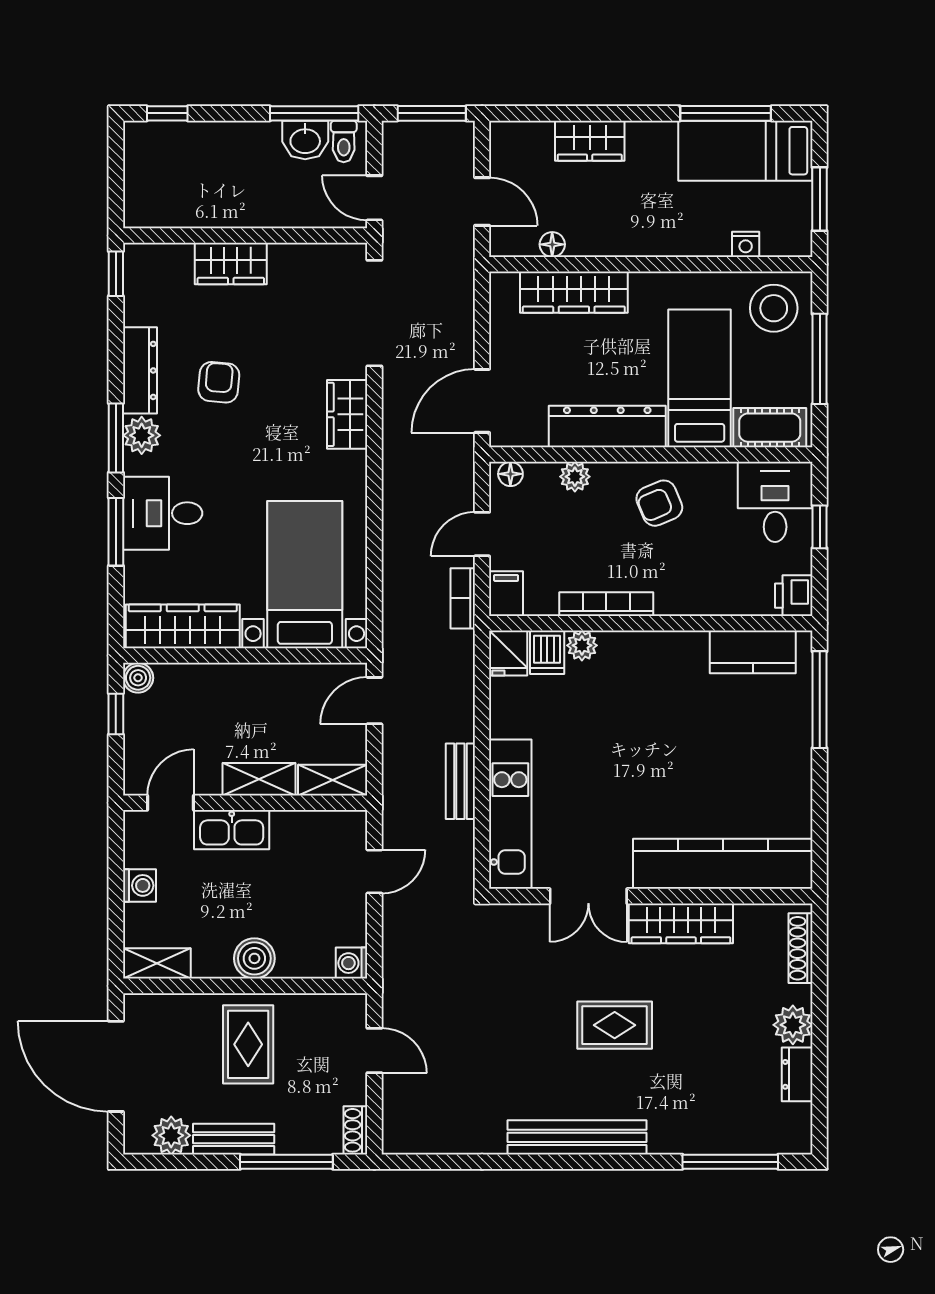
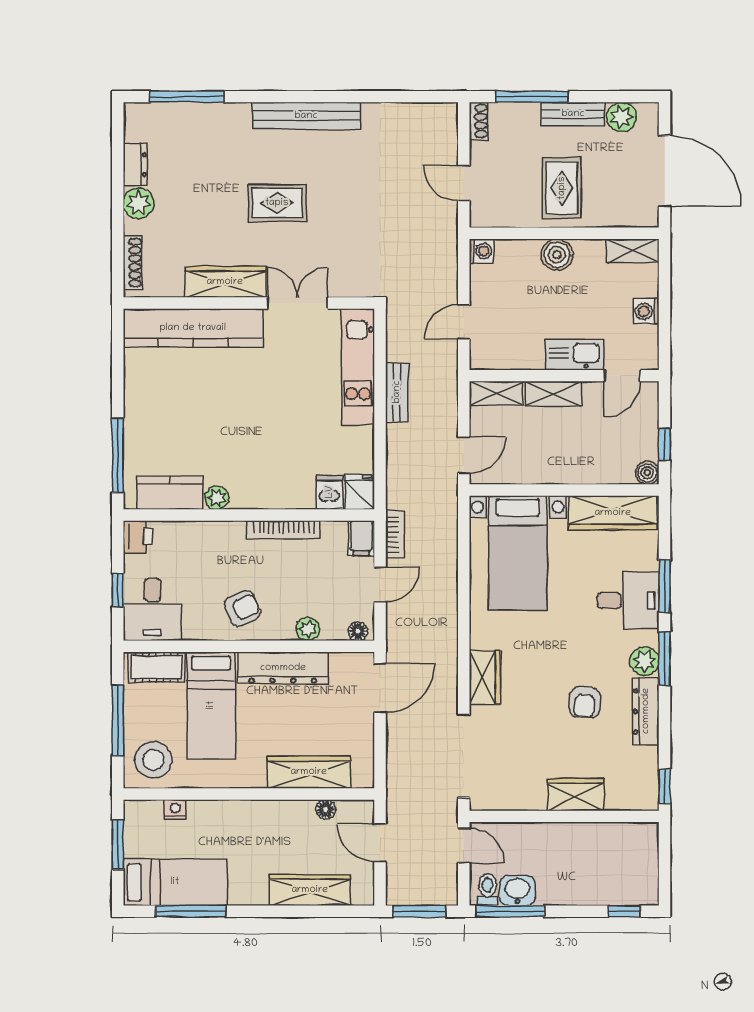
wardrobe: (590, 141) -> (310, 890), width x1.50
plant: (582, 645) -> (217, 498), moved

